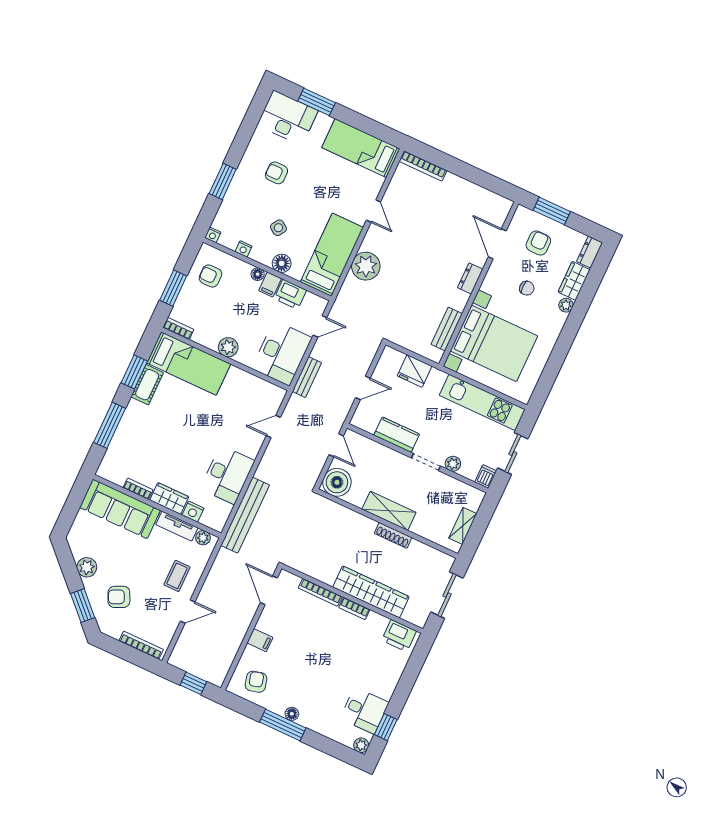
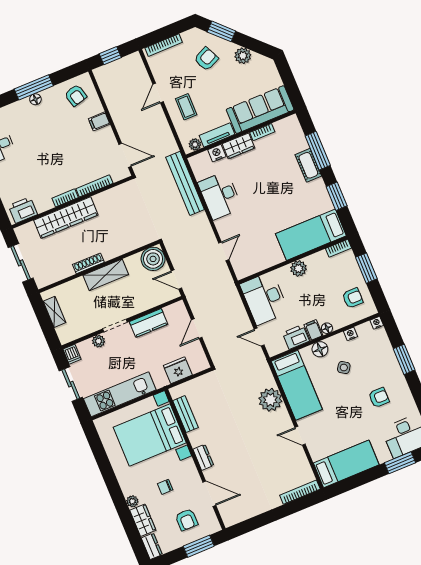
door: (320, 326) -> (259, 337), hinge flipped
bench: (307, 377) -> (235, 300), removed
cot: (147, 385) -> (308, 165), moved

